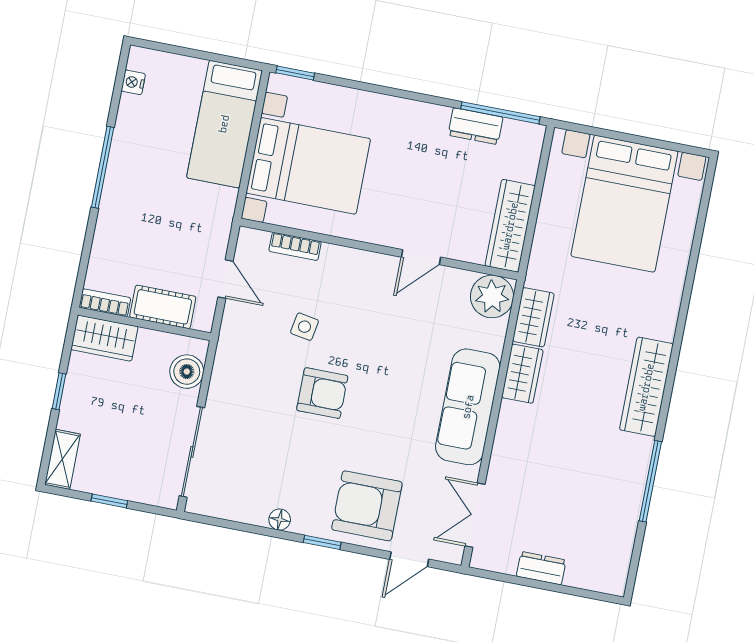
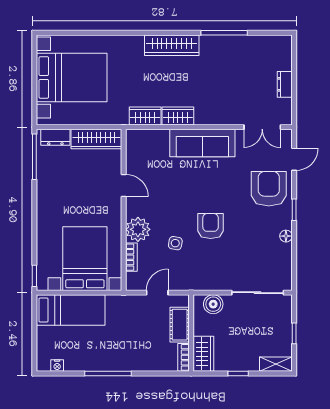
dresser: (475, 126) -> (55, 137), moved, turned 90
plant: (492, 296) -> (138, 229), moved
armchair: (367, 506) -> (269, 189), turned 180
door: (409, 559) -> (294, 159), hinge flipped

